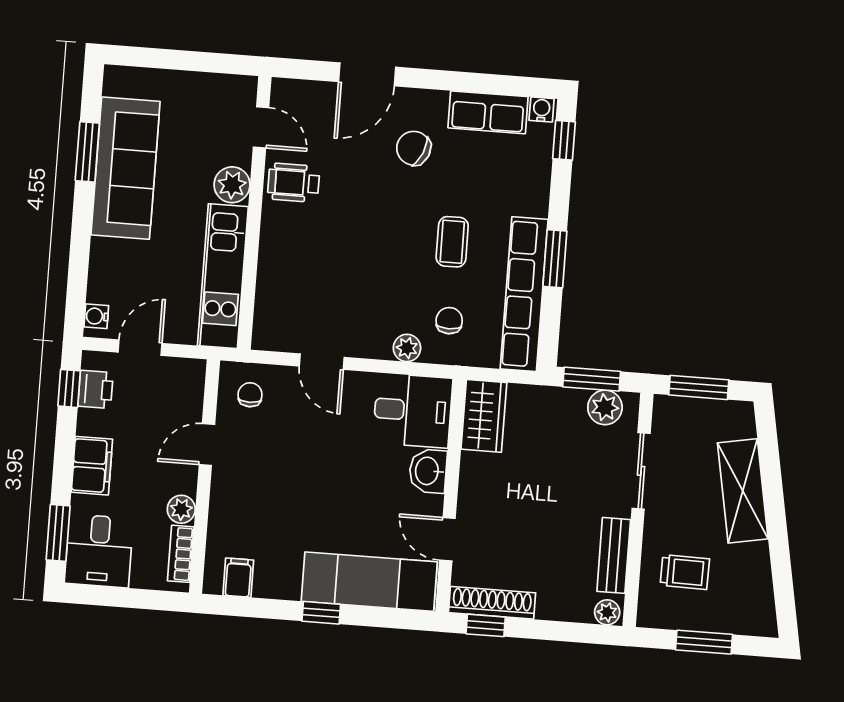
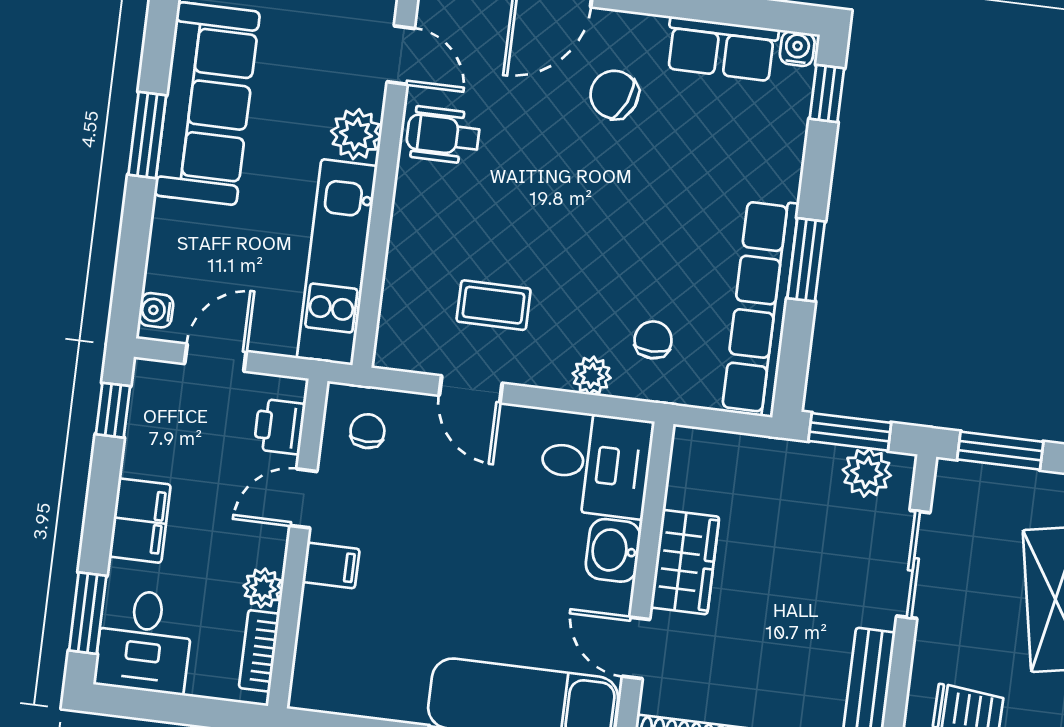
window: (87, 152) -> (147, 135), moved
coffee table: (452, 242) -> (494, 305), moved, turned 90
printer: (96, 389) -> (280, 427), moved, turned 180
wardrobe: (484, 416) -> (685, 562), moved
filing cabinet: (238, 578) -> (331, 565), moved, turned 90

